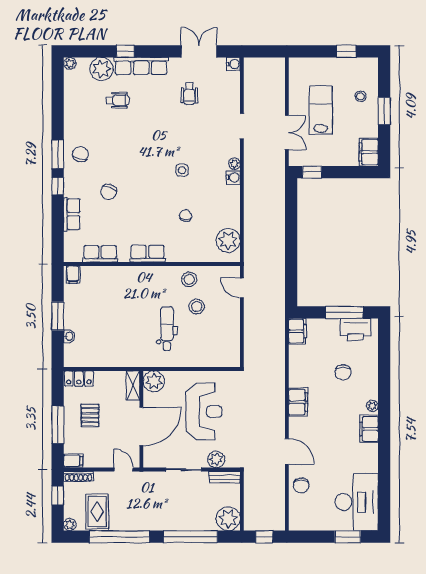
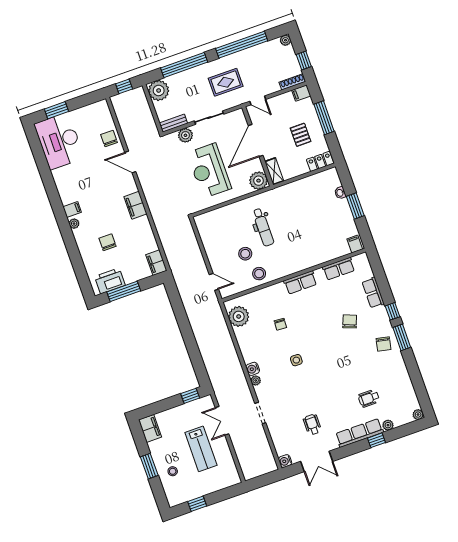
plant: (101, 69) -> (388, 425), width x0.53, depth x0.53
filing cabinet: (369, 429) -> (72, 209), width x0.50
rug: (97, 512) -> (226, 82), moved, turned 90

